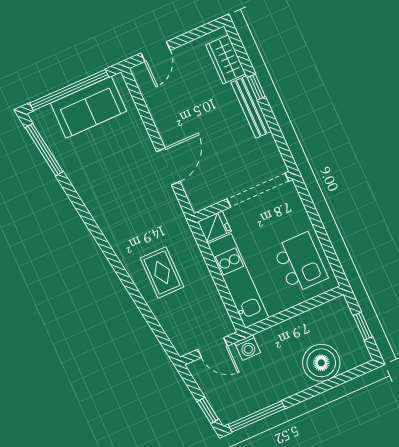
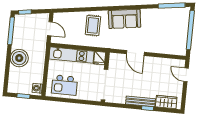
sofa: (89, 107) -> (124, 19), moved, turned -98
rug: (162, 272) -> (93, 25), turned 90
door: (213, 348) -> (50, 29), swing flipped
washing machine: (248, 348) -> (37, 88), moved
boiler: (321, 363) -> (19, 58), moved

